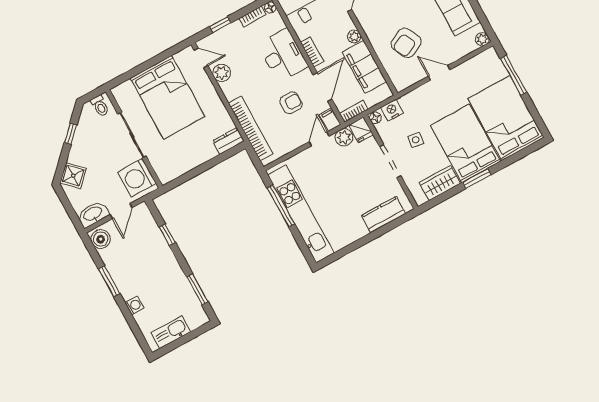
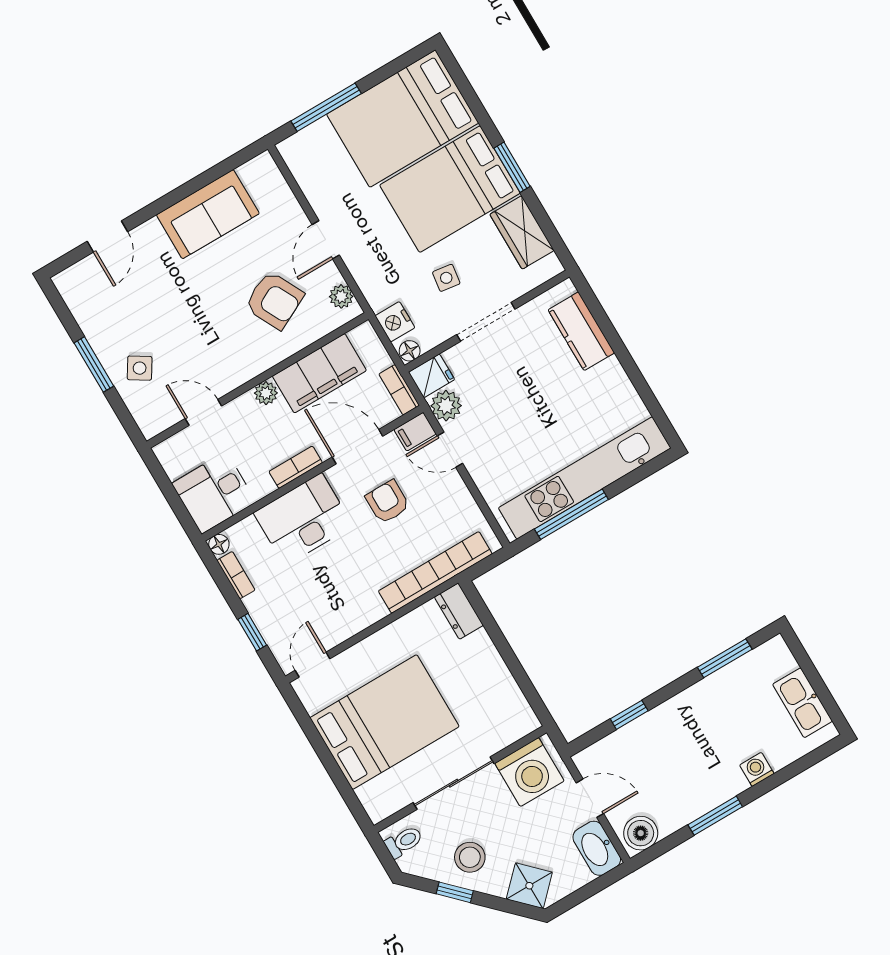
plant: (482, 39) -> (341, 296), moved
plant: (222, 73) -> (338, 627), removed
stool: (90, 143) -> (470, 857), added

